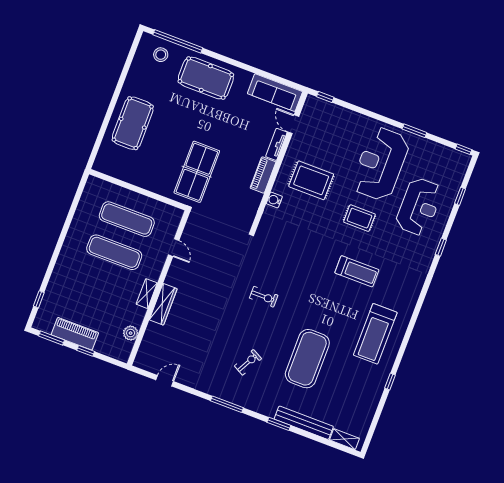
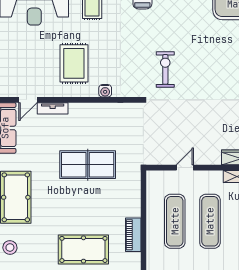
table tennis table: (197, 172) -> (88, 165), moved
piano: (263, 175) -> (133, 235), moved, turned 90
exercise bike: (264, 297) -> (165, 69), moved, width x1.38, depth x1.39

